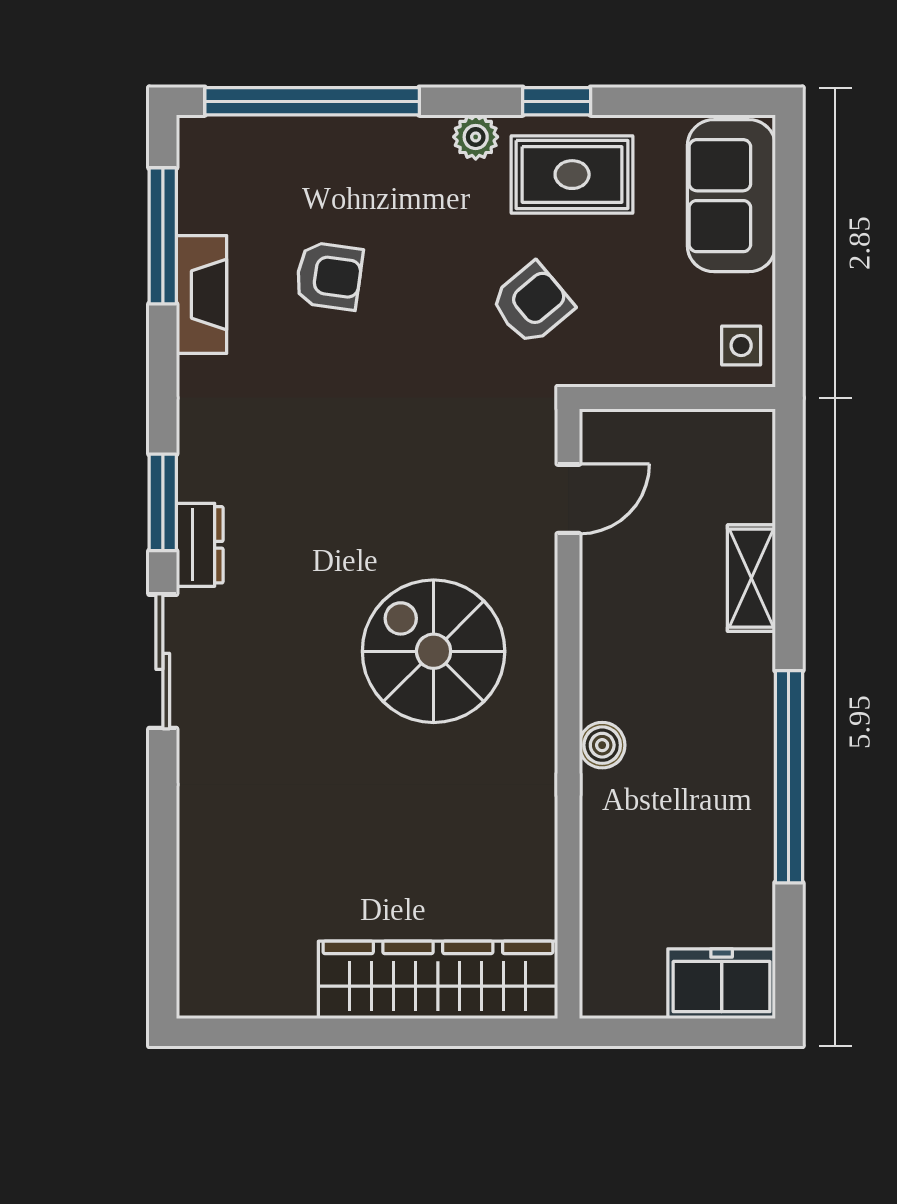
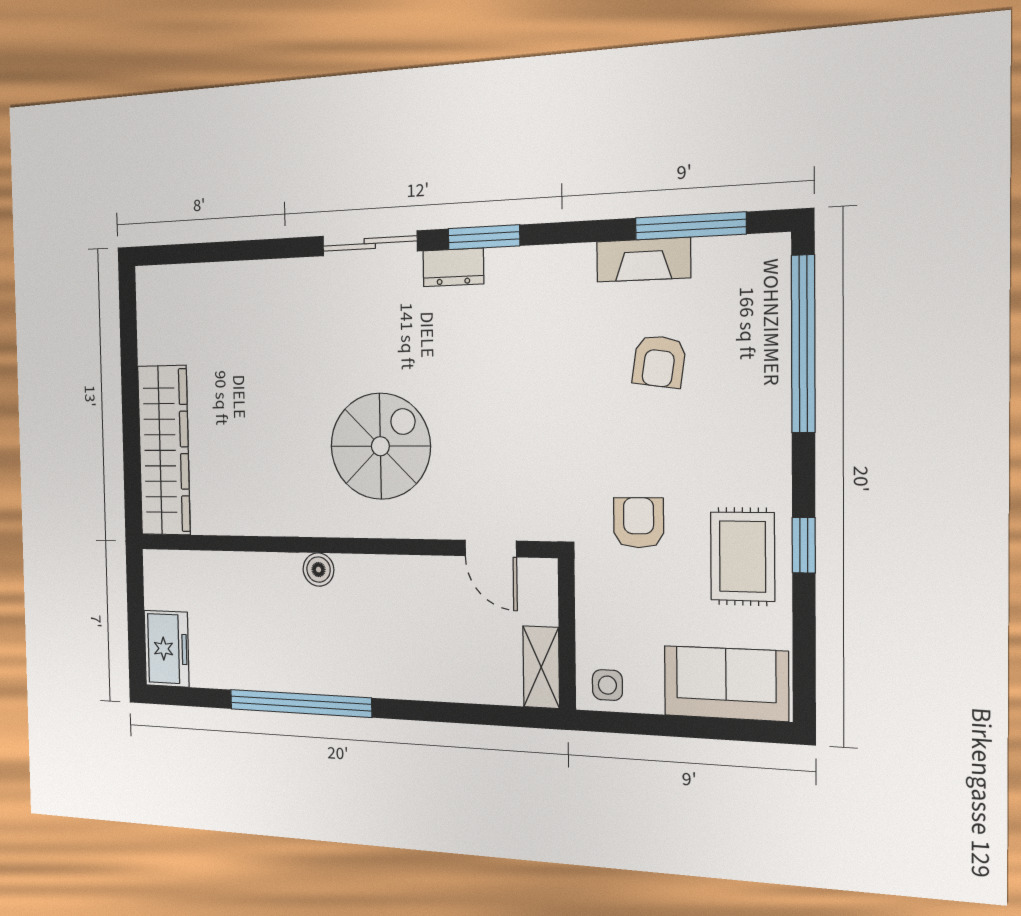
plant: (476, 137) -> (773, 479), removed
armchair: (532, 304) -> (639, 523), turned -140
shelving: (751, 578) -> (541, 667), moved, turned 90

